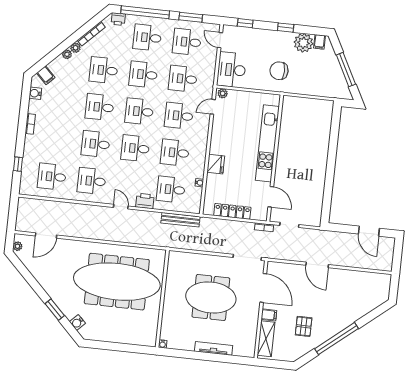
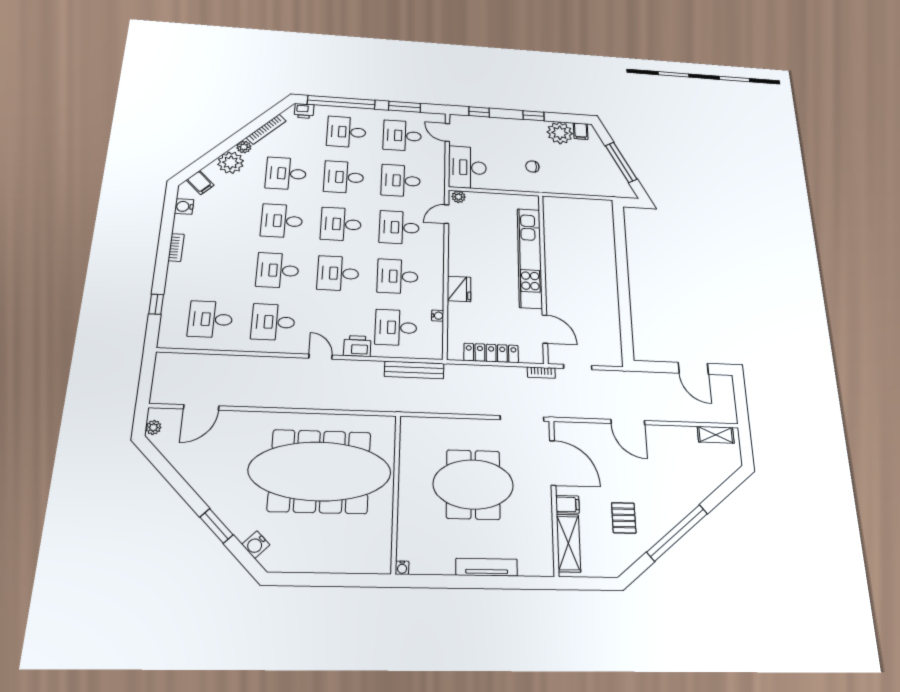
plant: (67, 54) -> (231, 163), width x1.88, depth x1.88
chair: (279, 71) -> (532, 167), width x0.54, depth x0.54
shelving: (375, 278) -> (716, 435), added

